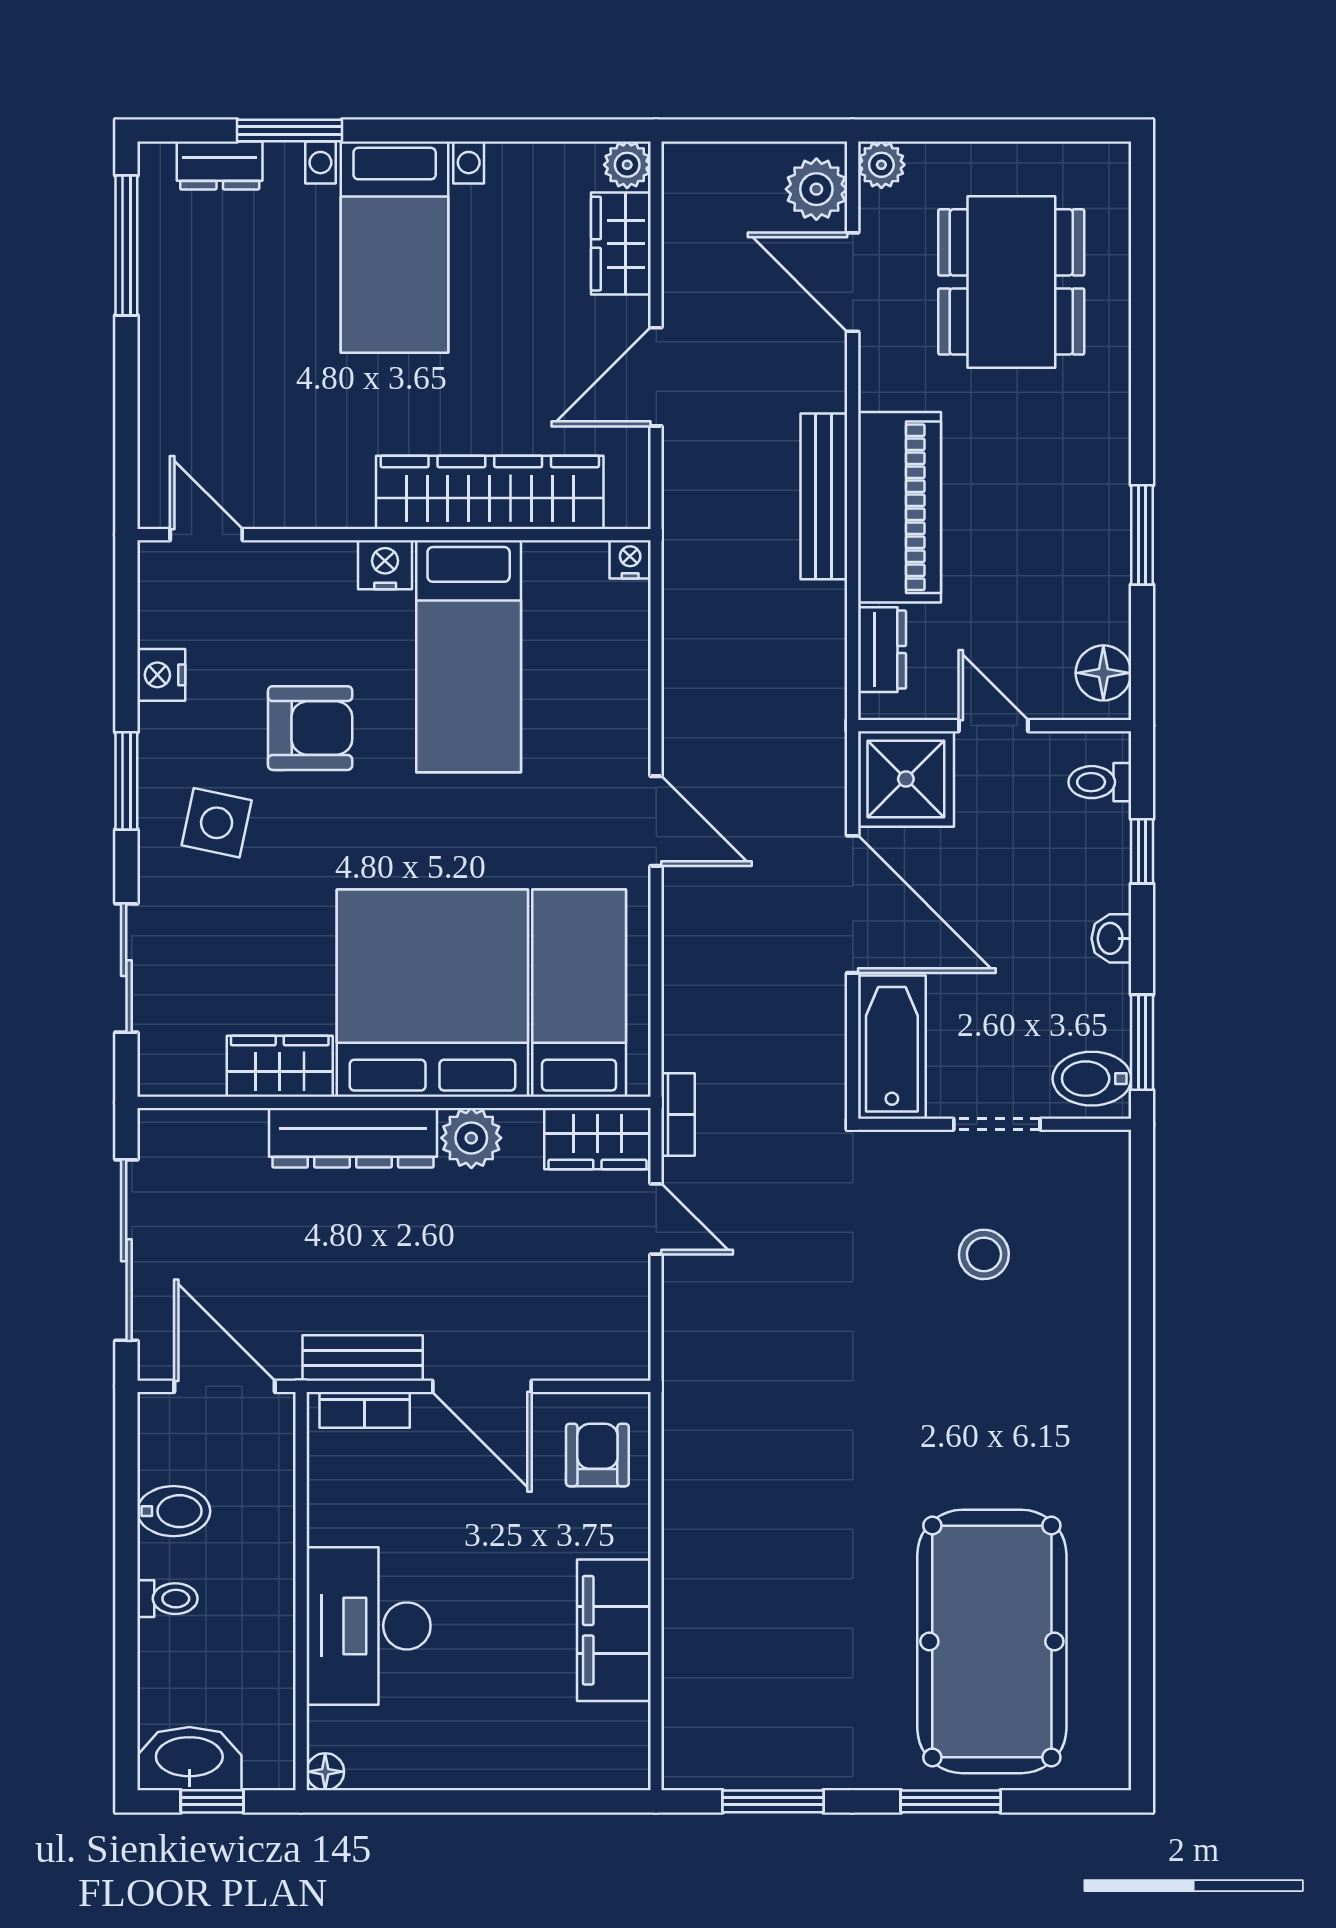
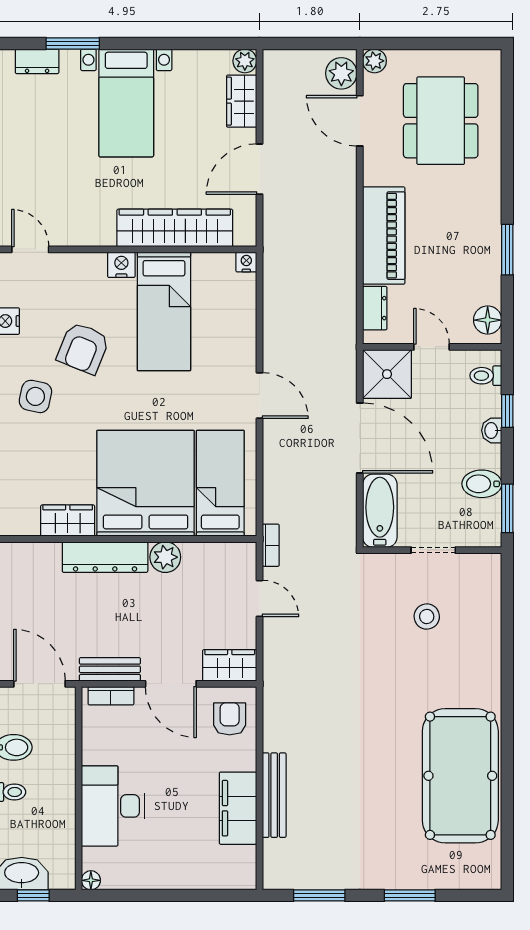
bench: (824, 496) -> (274, 795), moved
armchair: (310, 728) -> (83, 348), turned 112
washbasin: (1111, 938) -> (492, 430), moved
bidet: (1092, 1079) -> (482, 484), moved
wardrobe: (597, 1139) -> (230, 665), moved, turned 180
pool table: (992, 1641) -> (460, 776), moved

